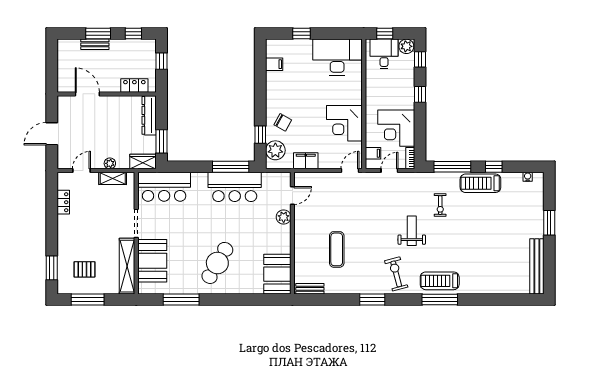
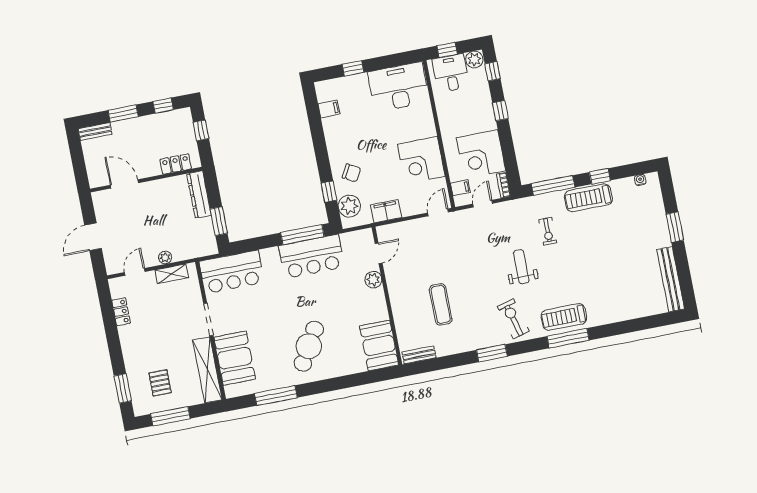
bench: (95, 44) -> (95, 132), moved
wardrobe: (143, 162) -> (202, 248), removed
pallet: (84, 269) -> (160, 383), turned 90

